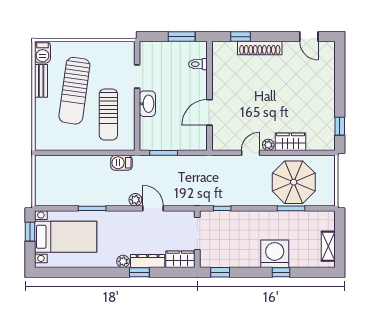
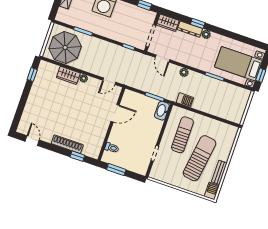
washbasin: (147, 104) -> (162, 111), moved
door: (251, 153) -> (109, 81), moved
parasol: (294, 182) -> (65, 47), moved
door: (153, 208) -> (163, 59), moved

